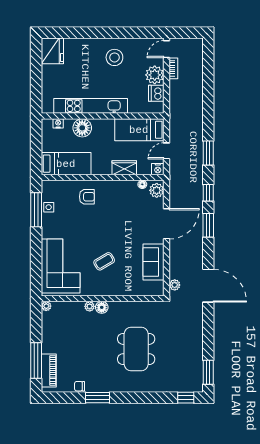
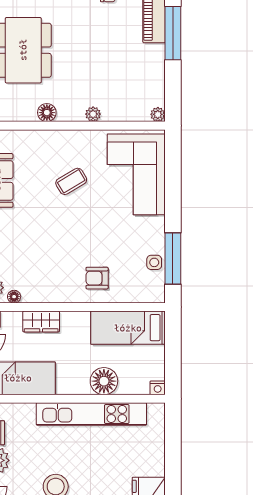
nightstand: (58, 123) -> (158, 388), moved
floor lamp: (102, 307) -> (47, 113), moved

